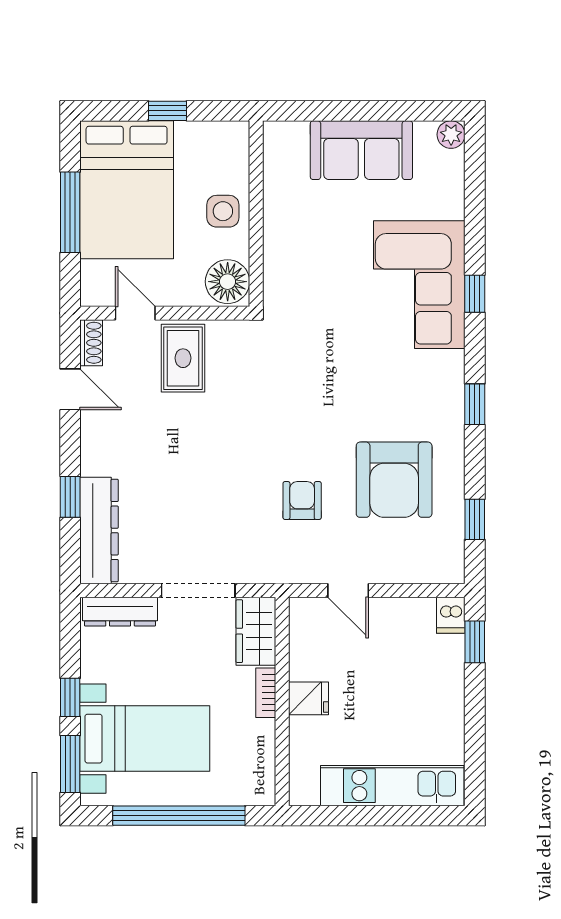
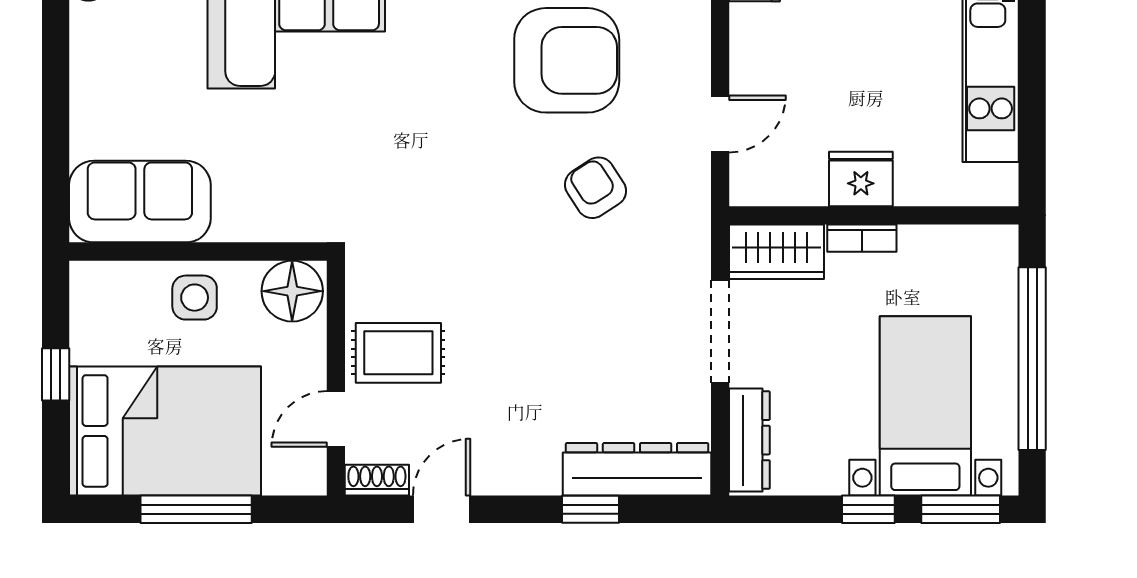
sofa: (361, 150) -> (140, 202), moved, turned -90
armchair: (302, 500) -> (595, 188), turned 57
fridge: (309, 698) -> (861, 179), width x1.38

